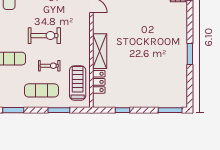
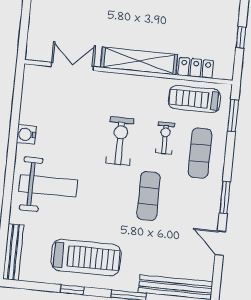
shelving: (100, 51) -> (139, 61), width x1.47
window: (59, 110) -> (233, 115), moved

